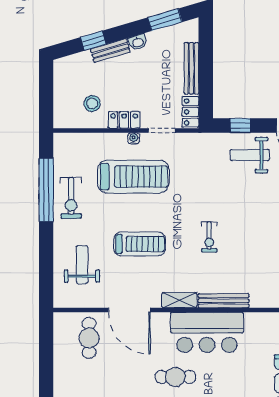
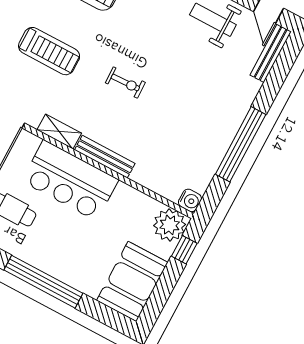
exercise bike: (209, 237) -> (125, 83), turned -92

